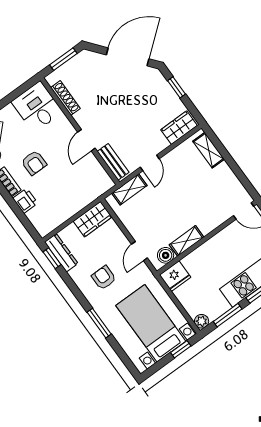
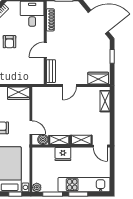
shelving: (129, 189) -> (81, 140), moved
door: (139, 251) -> (31, 127), swing flipped
fridge: (175, 276) -> (63, 154), moved

